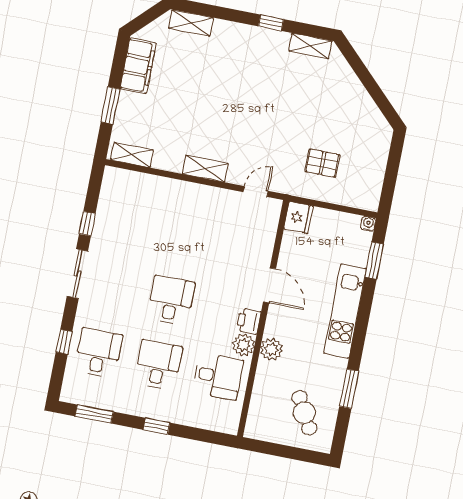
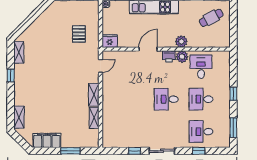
shelving: (132, 155) -> (94, 118), moved
door: (256, 192) -> (101, 66), swing flipped

